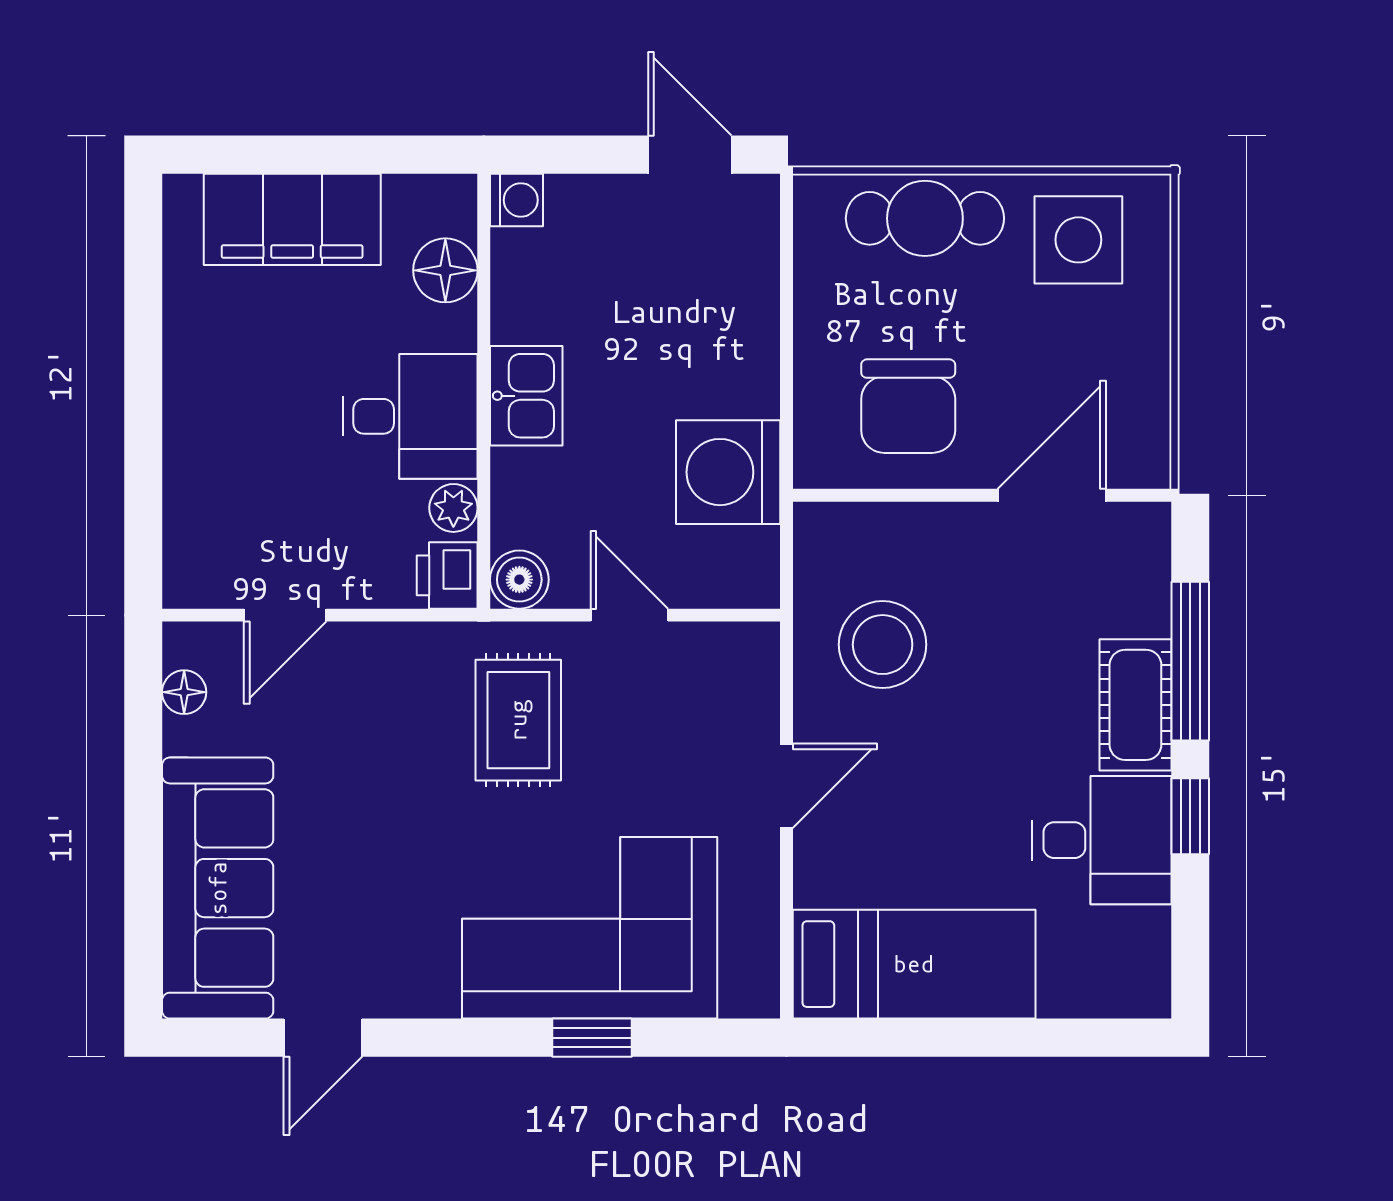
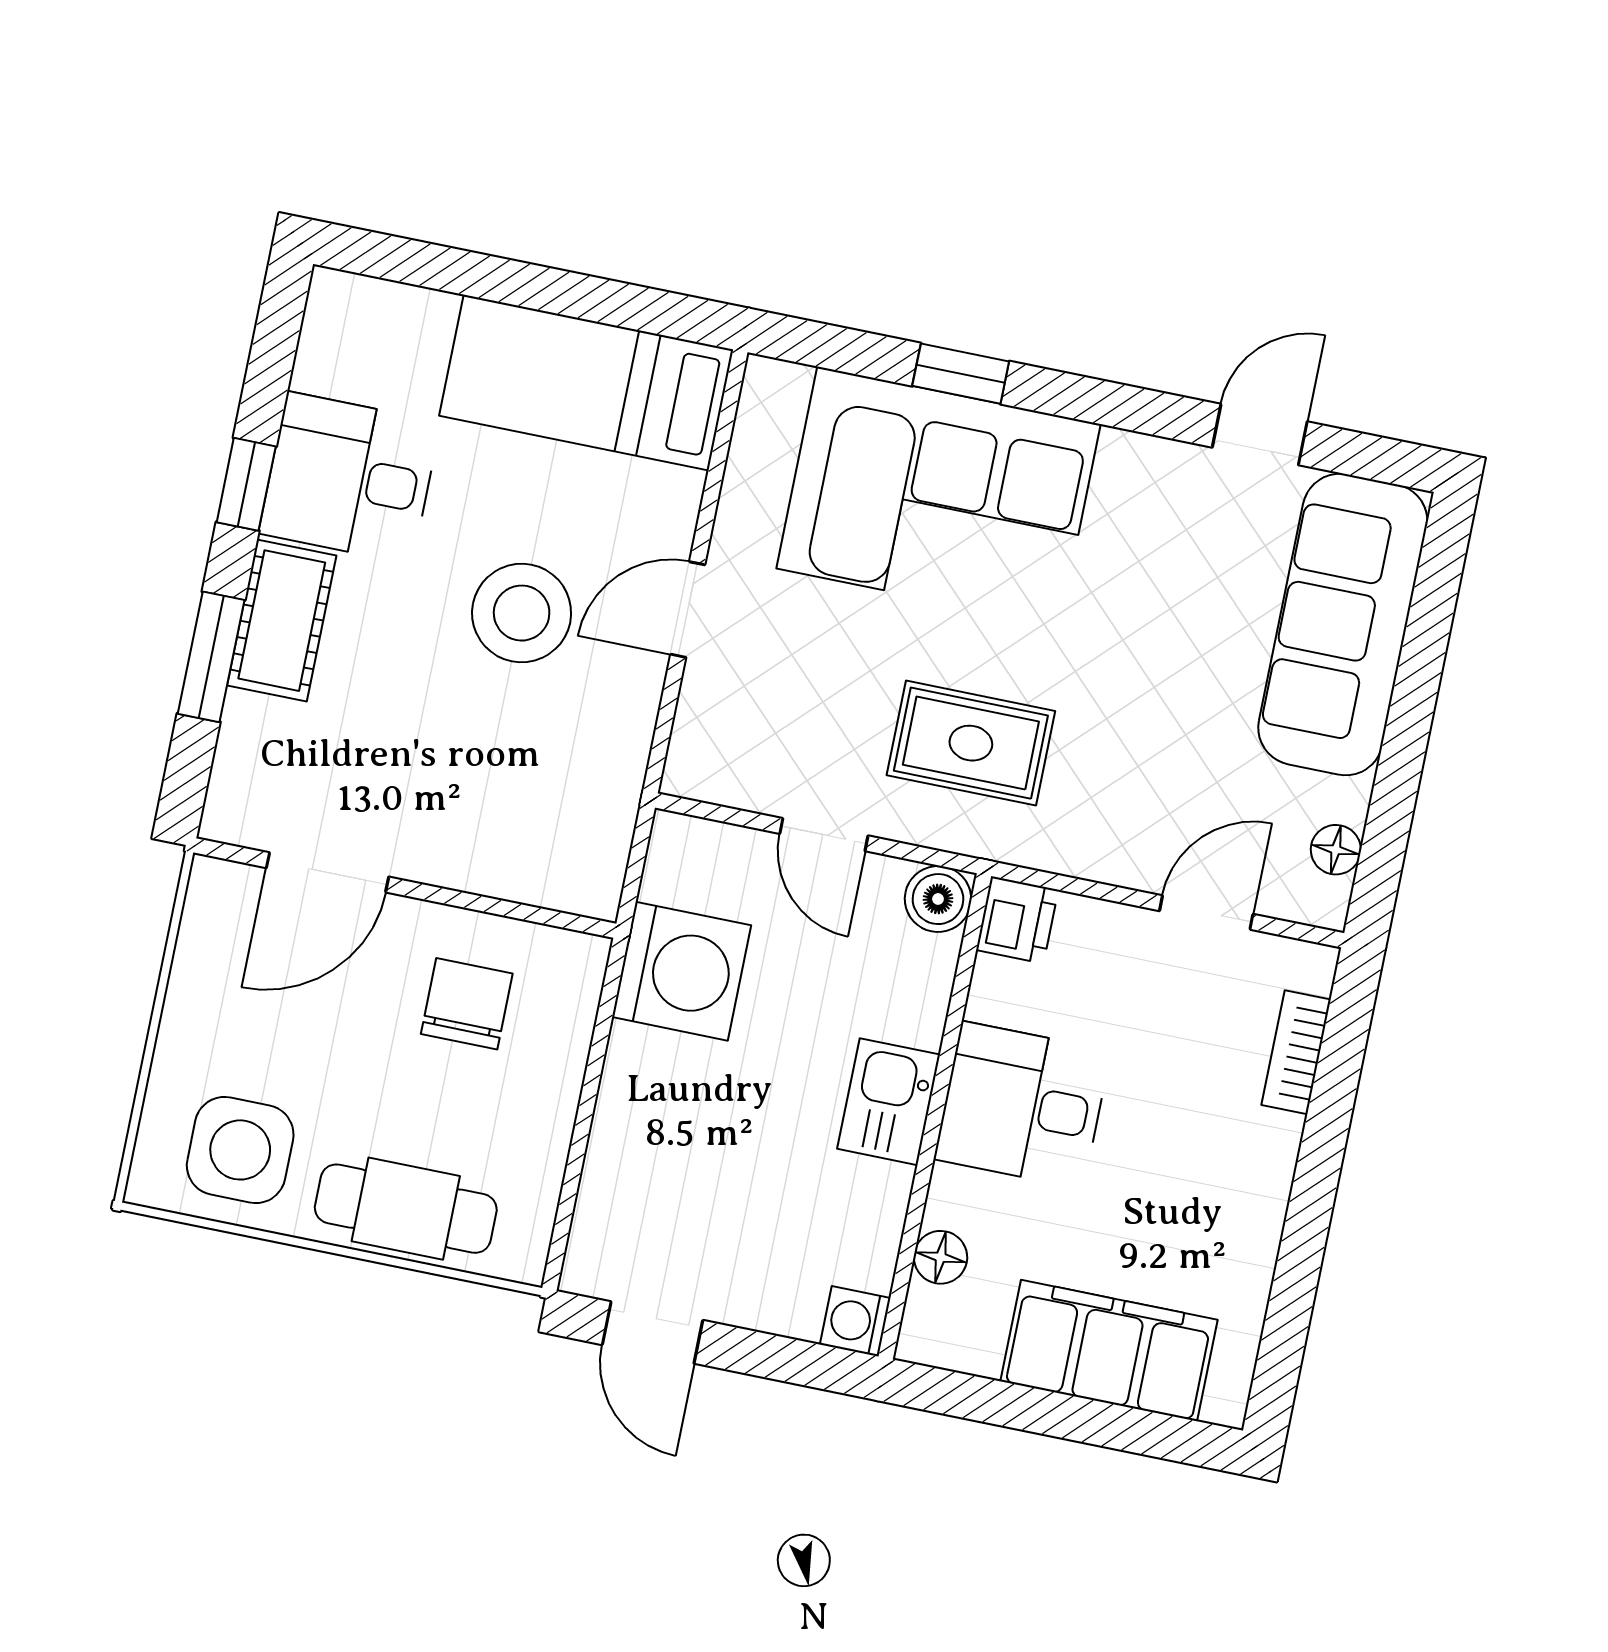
floor lamp: (445, 270) -> (941, 1257), width x0.73, depth x0.73
chair: (908, 406) -> (467, 1004), width x0.73, depth x0.73
plant: (453, 508) -> (995, 993), removed
bookcase: (183, 510) -> (1296, 1052), added
stool: (883, 645) -> (522, 613), moved
window: (1190, 661) -> (211, 657), width x0.69
rug: (518, 720) -> (971, 743), turned 90

